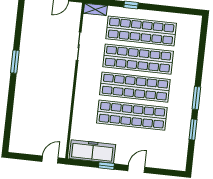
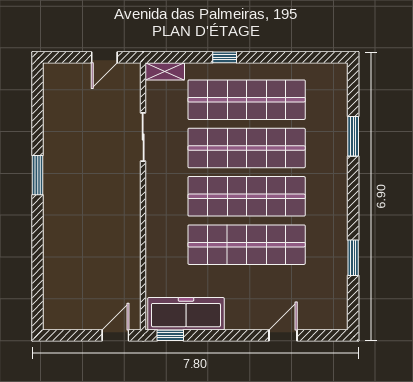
window: (196, 98) -> (353, 136), moved
window: (106, 166) -> (170, 335), moved
door: (136, 169) -> (283, 335), moved

